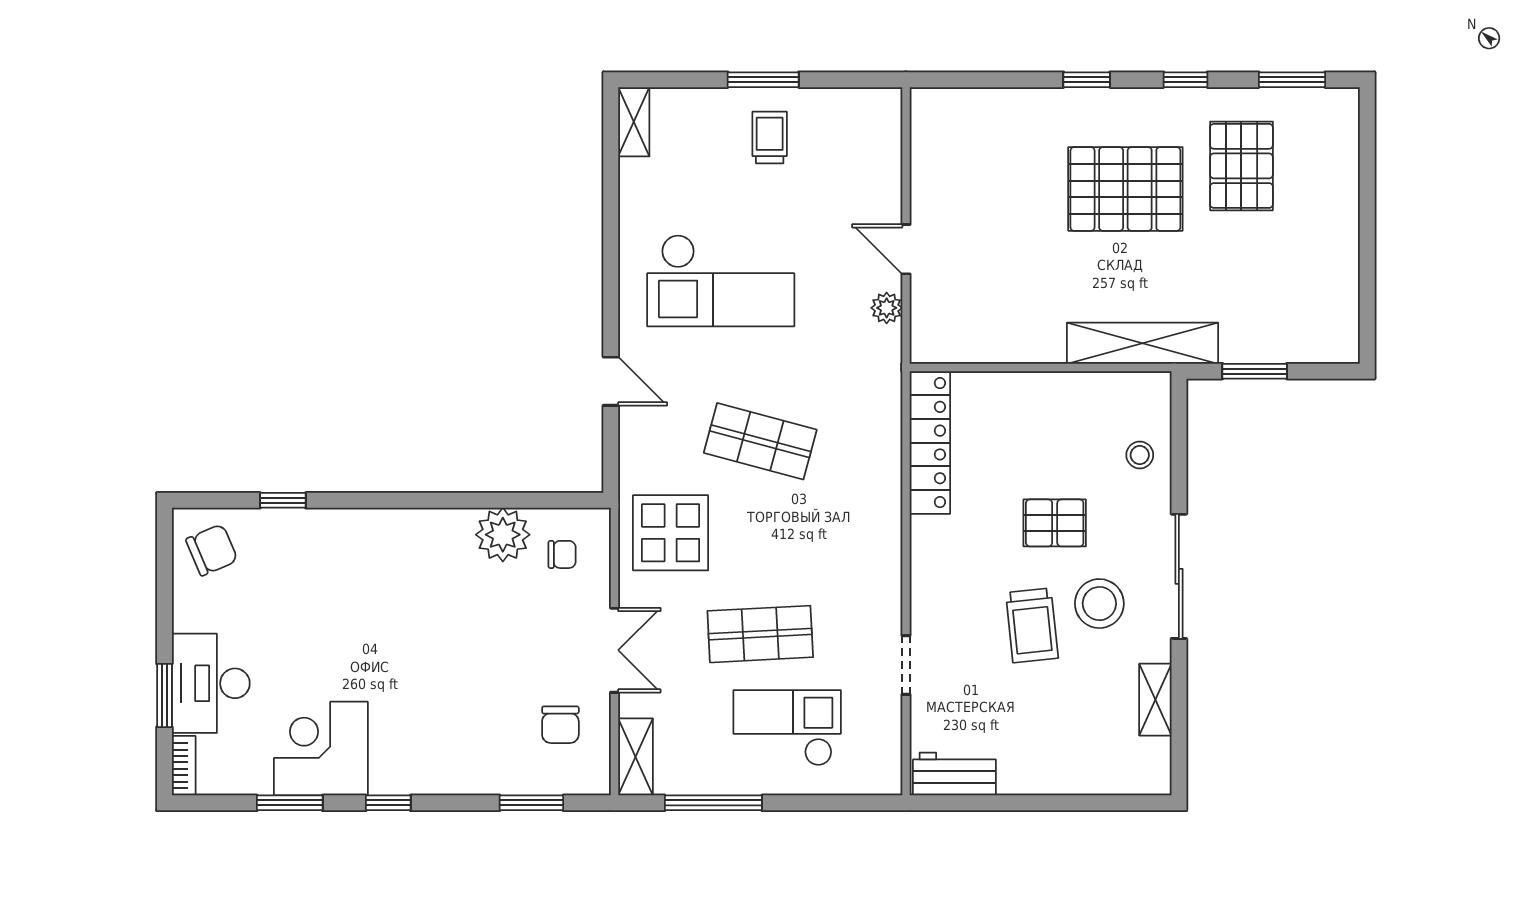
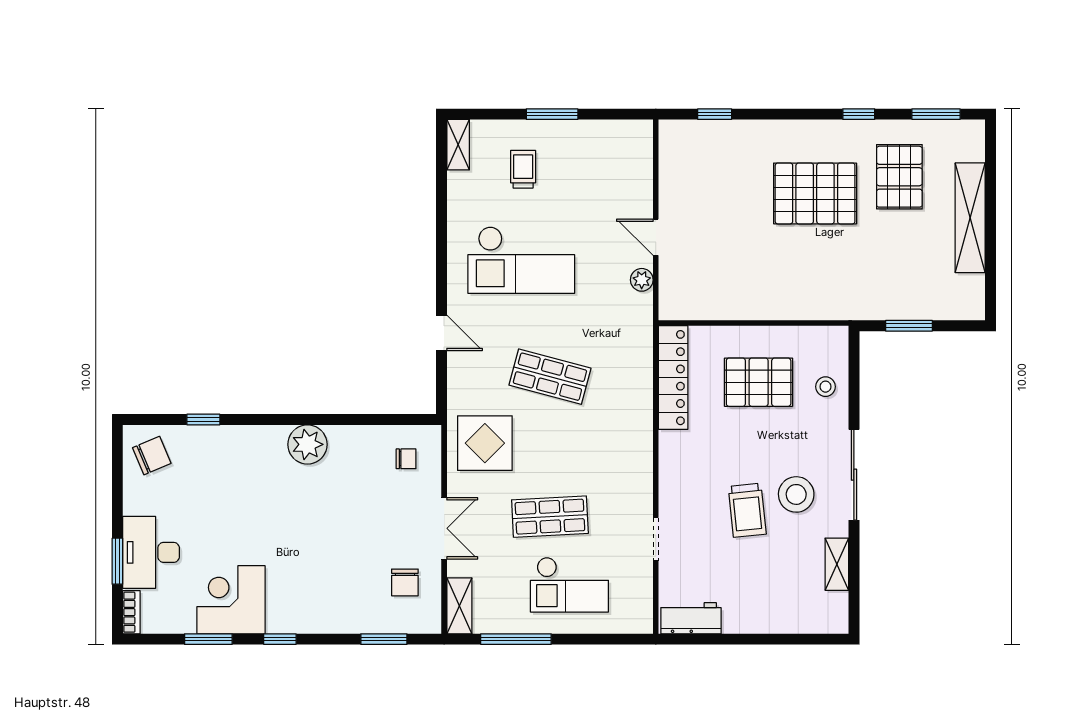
window: (1087, 80) -> (715, 114), moved
trolley: (770, 137) -> (523, 169), moved
shelving: (1143, 343) -> (970, 218), moved, turned 90
pallet: (1055, 523) -> (759, 382), moved, width x1.50, depth x1.42
plant: (503, 535) -> (307, 444), moved
checkout: (787, 728) -> (569, 585), turned 180

